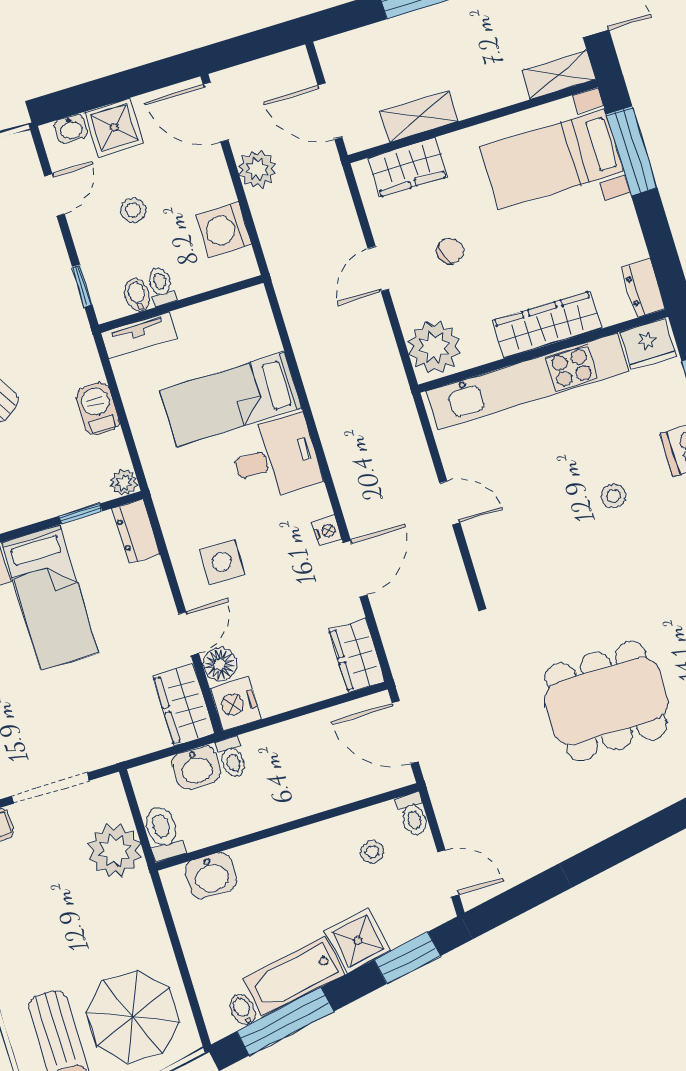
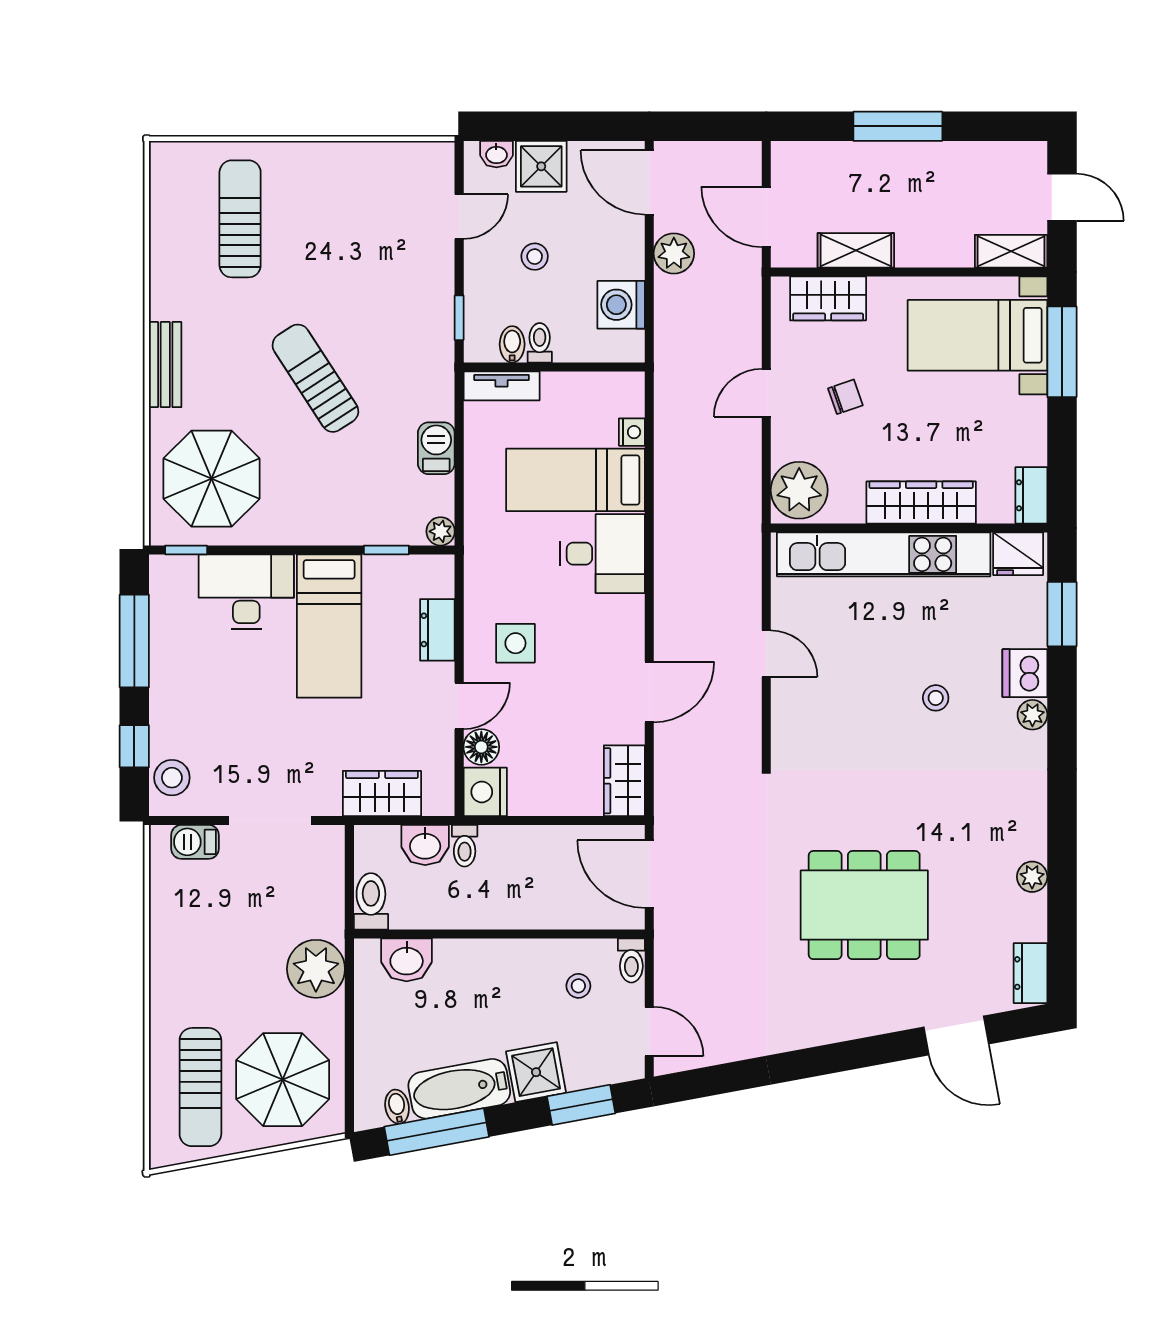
dresser: (136, 531) -> (437, 630), moved
nightstand: (327, 531) -> (632, 432), moved
wardrobe: (184, 705) -> (382, 793), moved, turned 90
plant: (115, 851) -> (316, 969), moved

